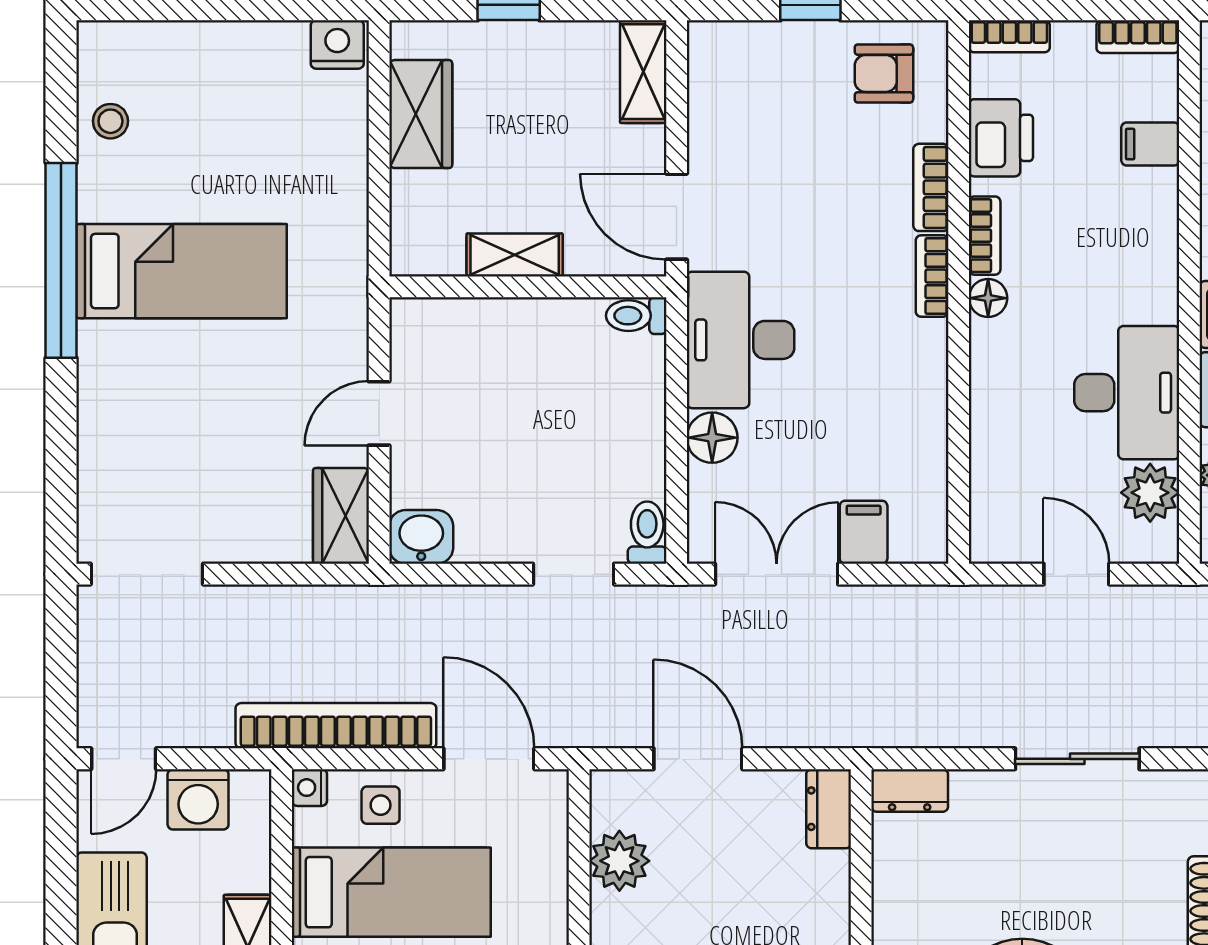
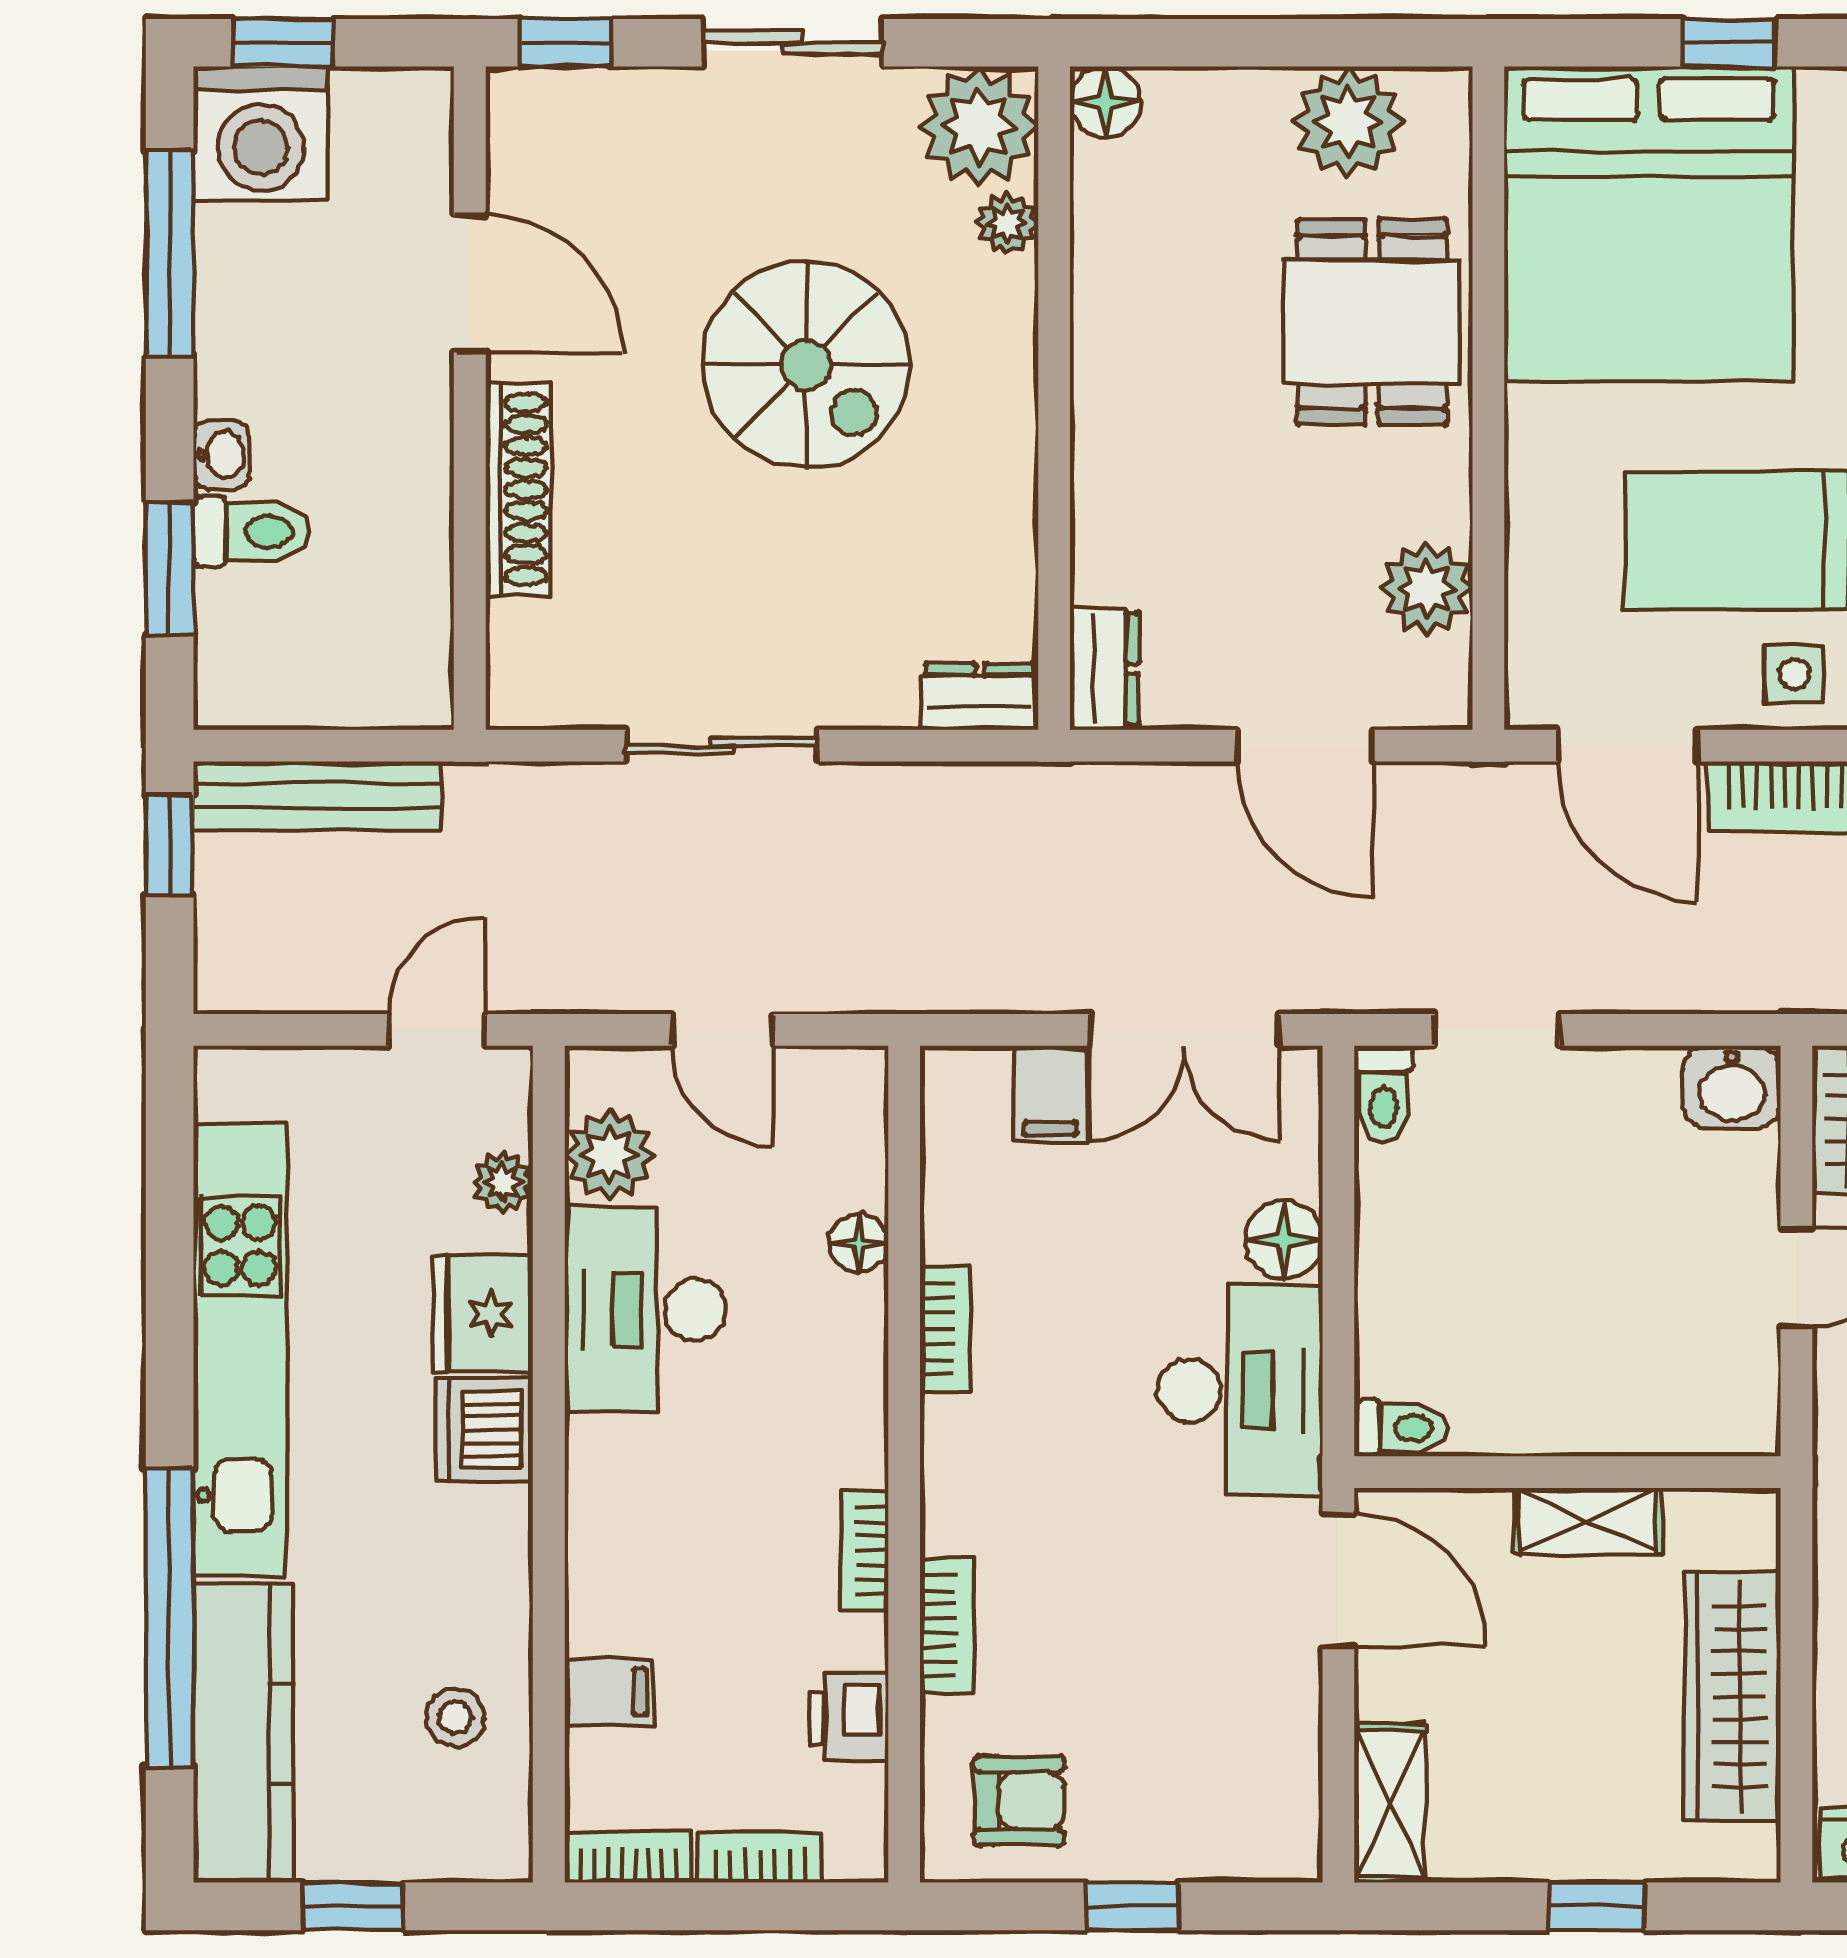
bookcase: (1009, 36) -> (760, 1858), moved
wardrobe: (421, 114) -> (1732, 1697), width x1.50
printer: (1001, 138) -> (849, 1717), width x0.73, depth x0.81
bookcase: (932, 276) -> (945, 1329), moved
floor lamp: (988, 298) -> (859, 1243), moved

